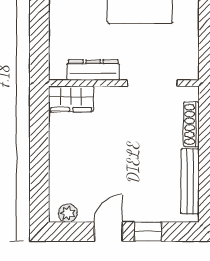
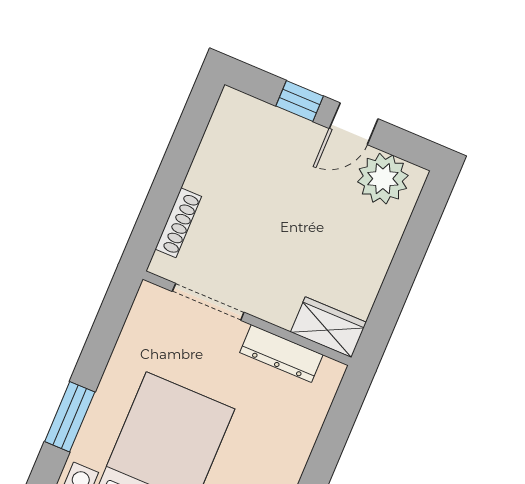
bench: (190, 181) -> (213, 146), removed
plant: (68, 213) -> (383, 179), width x1.88, depth x1.88

